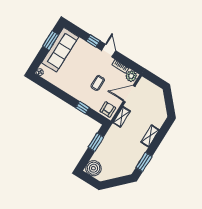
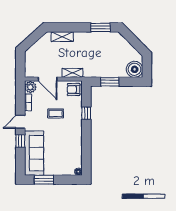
sofa: (60, 50) -> (34, 153), moved, turned 90
shelving: (150, 136) -> (62, 37), moved

